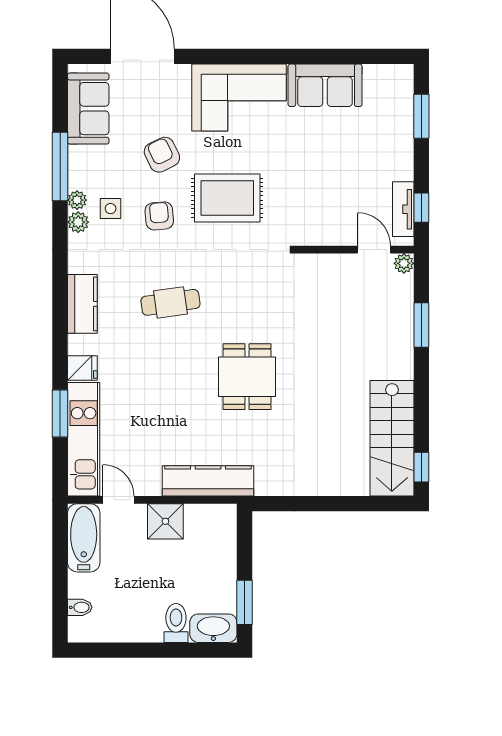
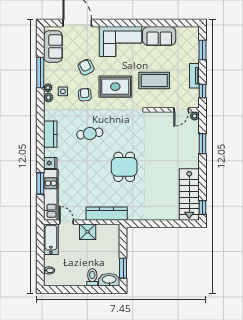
coffee table: (314, 184) -> (154, 81), added
tv unit: (403, 209) -> (194, 76), moved
door: (374, 250) -> (181, 110), swing flipped

